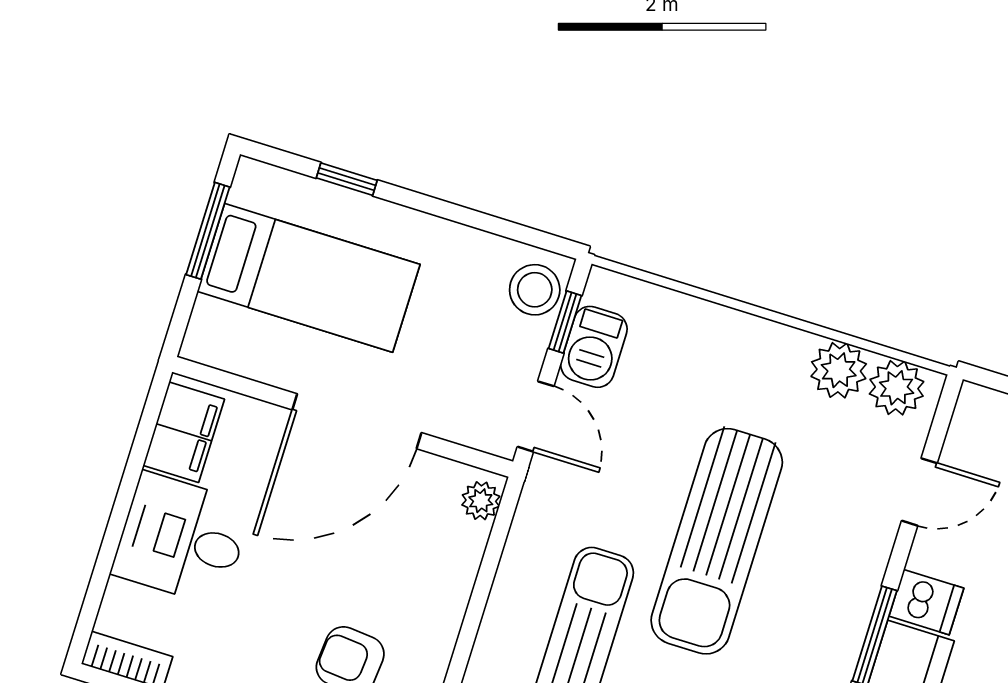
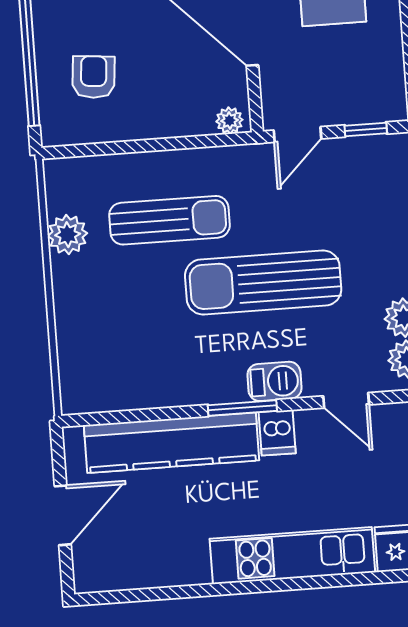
stool: (535, 290) -> (379, 102), removed
barbecue: (594, 347) -> (274, 381), moved, turned 180

